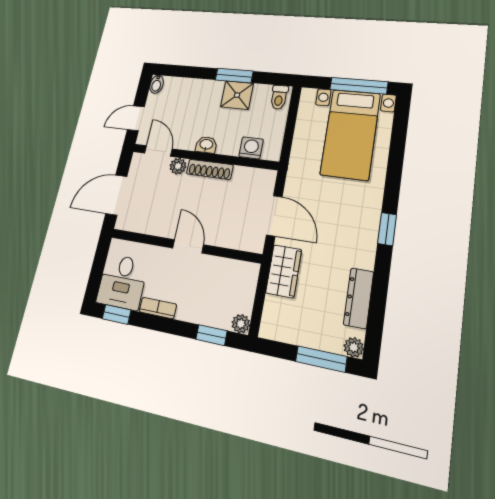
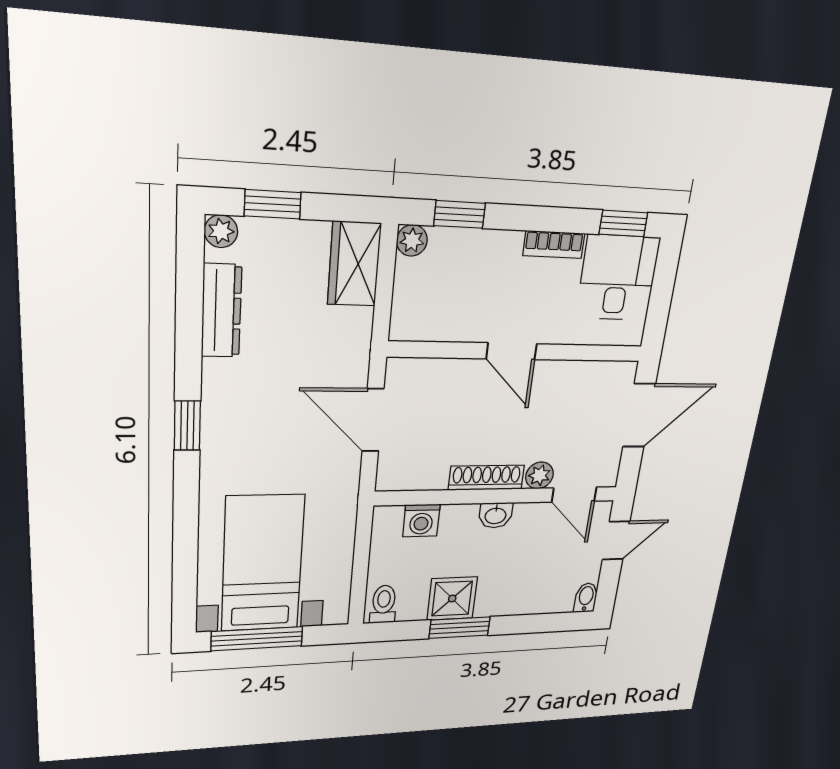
wardrobe: (284, 271) -> (354, 264), moved
window: (321, 359) -> (273, 204), width x0.67

